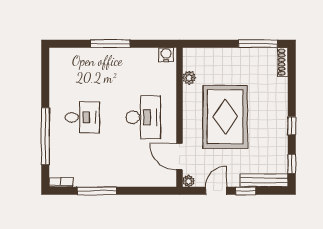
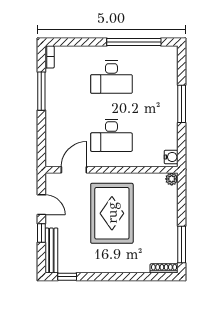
plant: (189, 78) -> (172, 179), moved
desk: (82, 117) -> (111, 77), width x1.37
rug: (225, 117) -> (112, 213), turned 90
window: (292, 126) -> (103, 277), removed
window: (45, 136) -> (134, 42), moved
plant: (188, 181) -> (51, 178), removed

